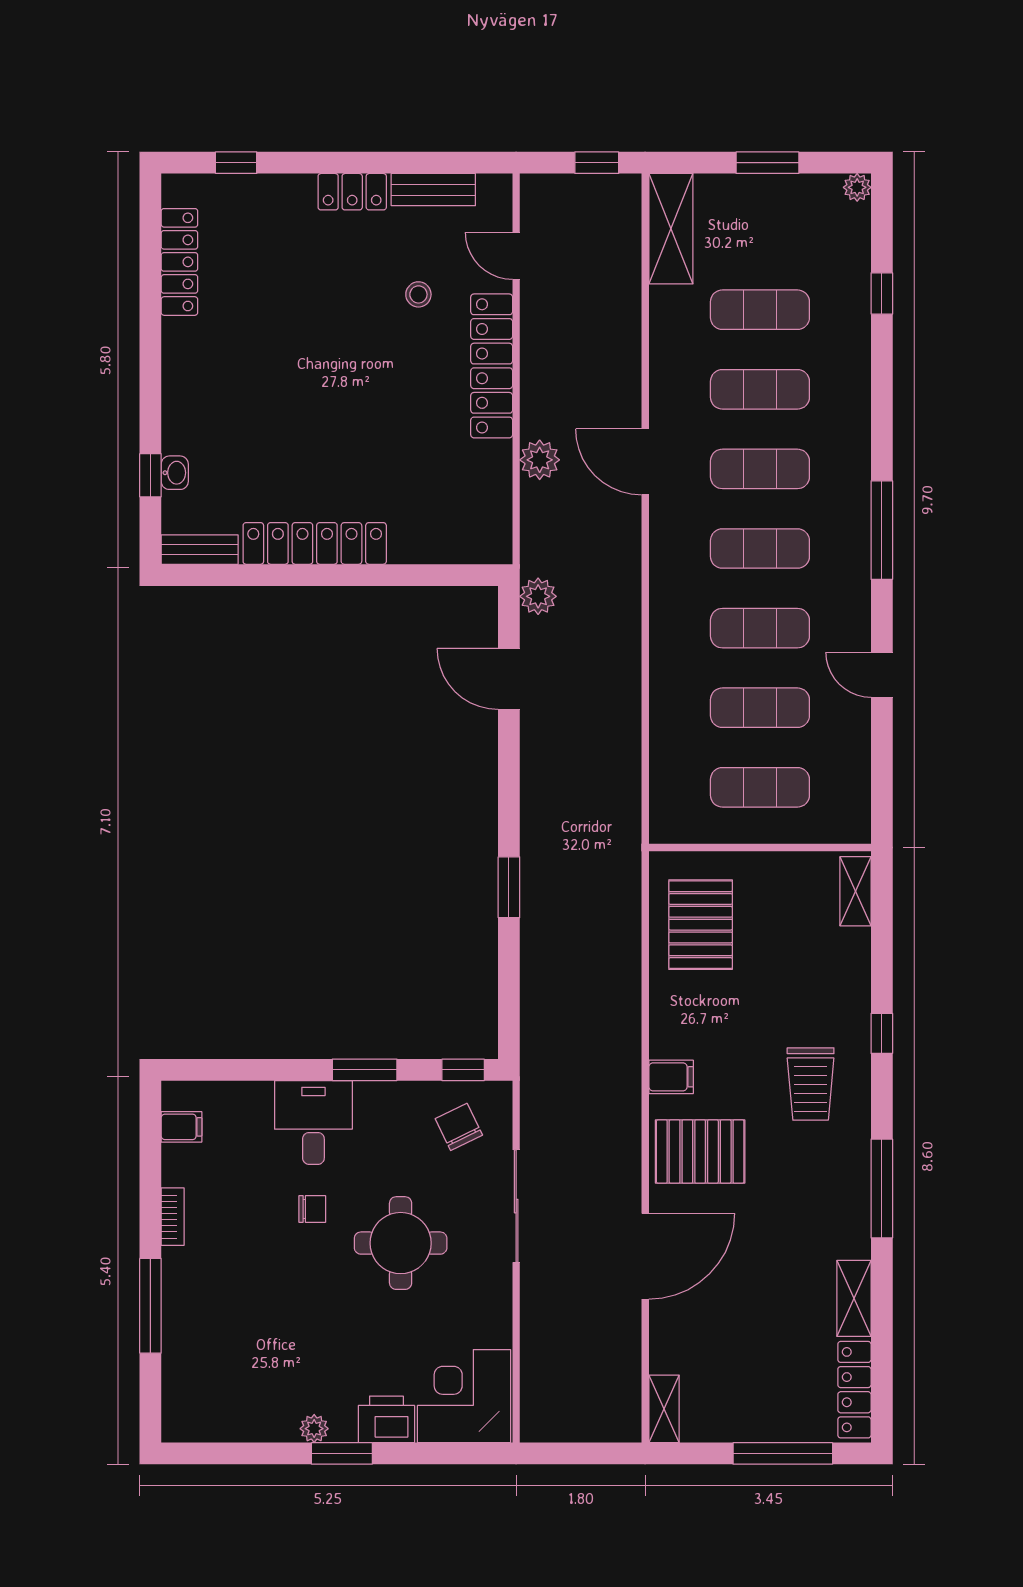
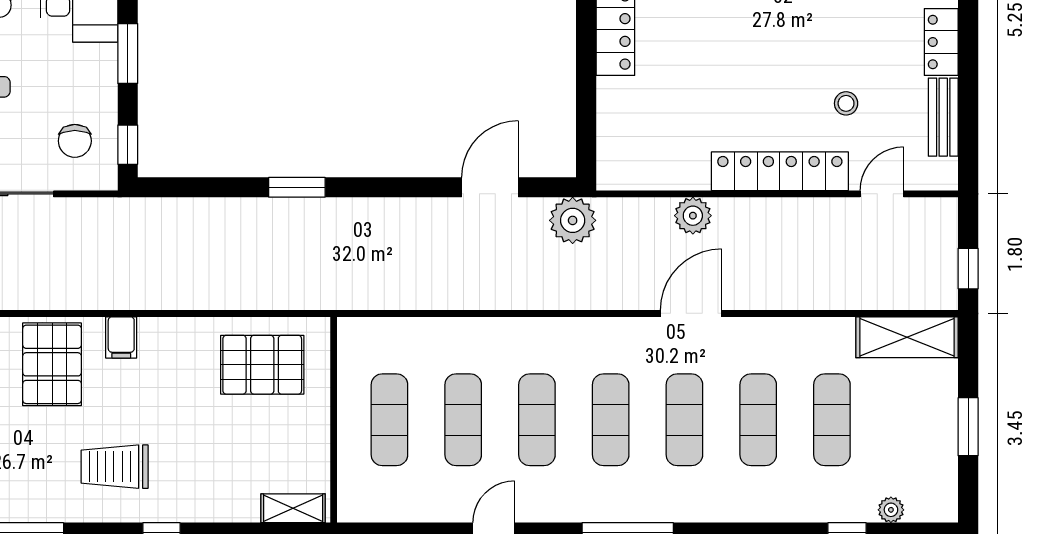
plant: (857, 187) -> (891, 510), moved
plant: (538, 596) -> (573, 220), width x1.36, depth x1.36
chair: (459, 1127) -> (75, 141), turned 116

